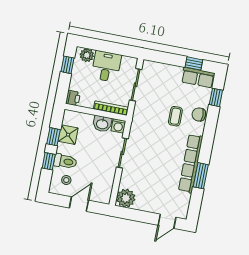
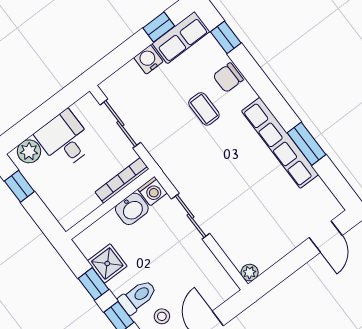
water cooler: (175, 72) -> (148, 60), added
printer: (73, 98) -> (67, 216), removed
plant: (126, 198) -> (250, 273), width x0.53, depth x0.53

